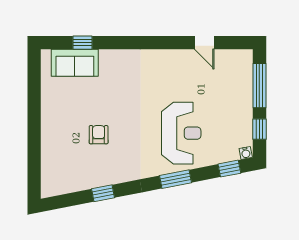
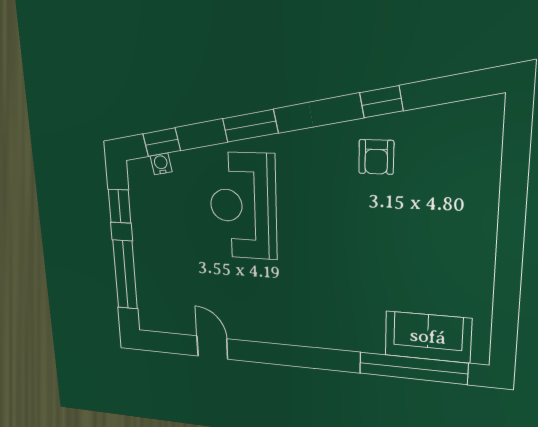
window: (82, 43) -> (413, 368), width x3.17
armchair: (99, 135) -> (376, 157), moved
water cooler: (246, 153) -> (161, 164), moved

